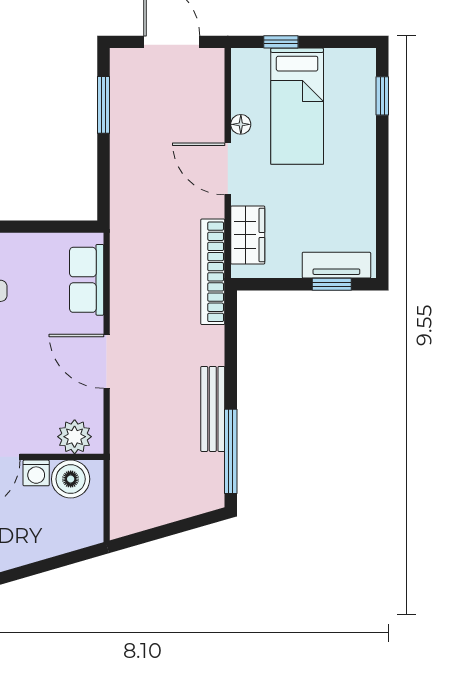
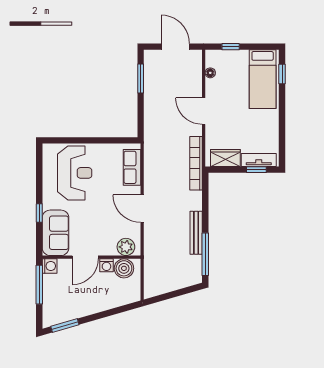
bed: (297, 106) -> (263, 79), moved
floor lamp: (241, 124) -> (210, 73), moved
wardrobe: (248, 235) -> (225, 158), moved, turned -90

